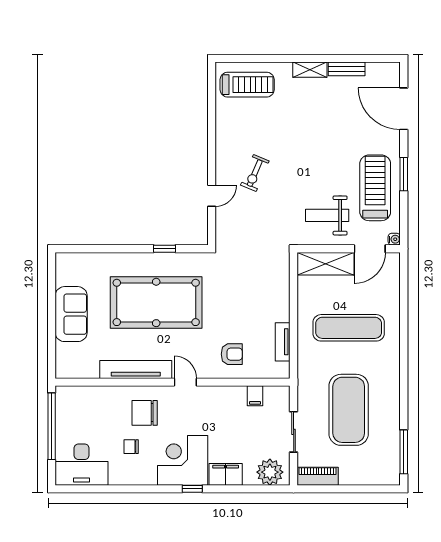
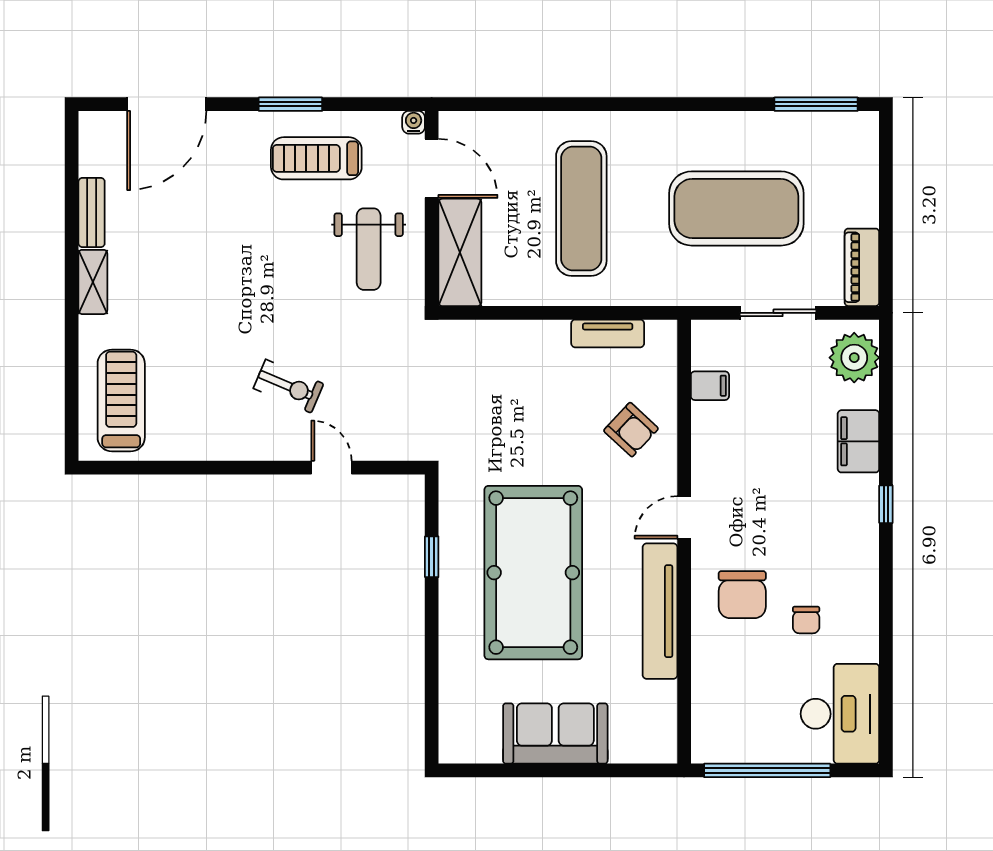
treadmill: (375, 188) -> (316, 158), width x0.73, depth x0.73
armchair: (232, 354) -> (631, 430), turned 133
corner desk: (183, 460) -> (832, 522), removed

